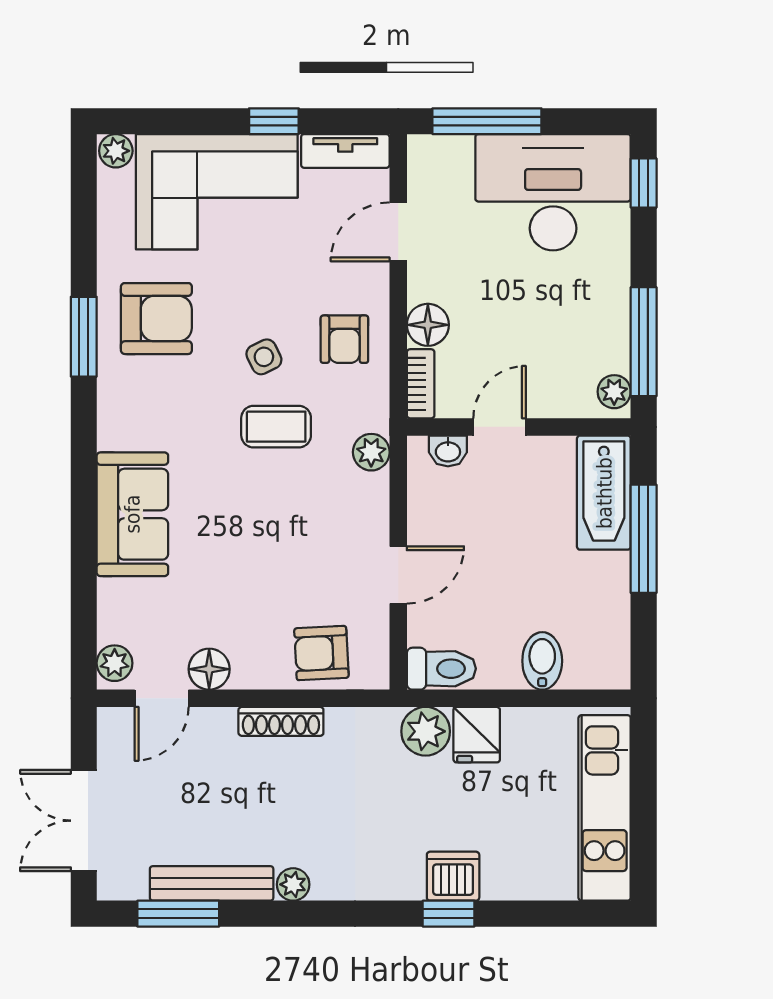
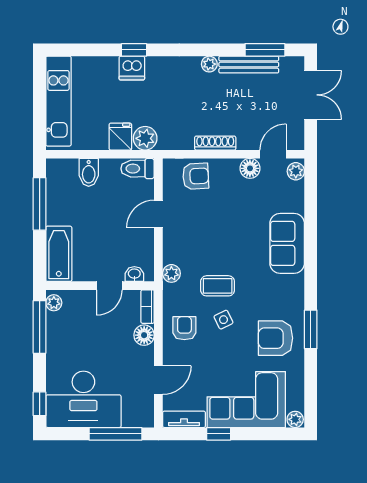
window: (644, 539) -> (40, 204), moved

